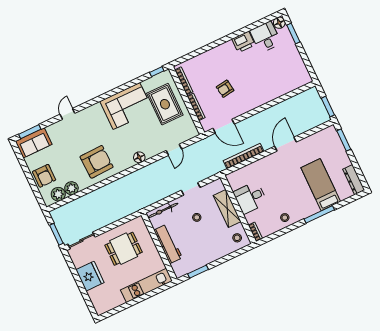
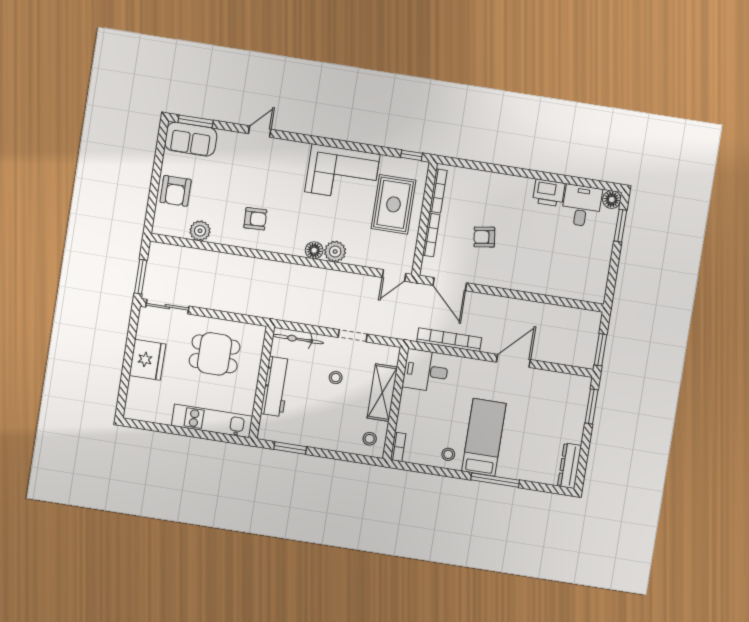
door: (174, 150) -> (394, 275), moved
armchair: (97, 162) -> (255, 219), width x0.53, depth x0.53
bed: (321, 185) -> (484, 437), moved
plant: (58, 194) -> (335, 252), moved
desk: (250, 198) -> (426, 371), moved

